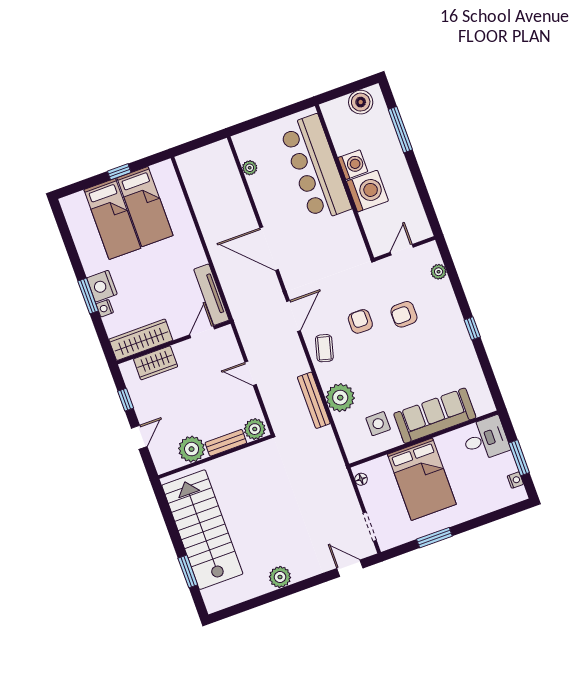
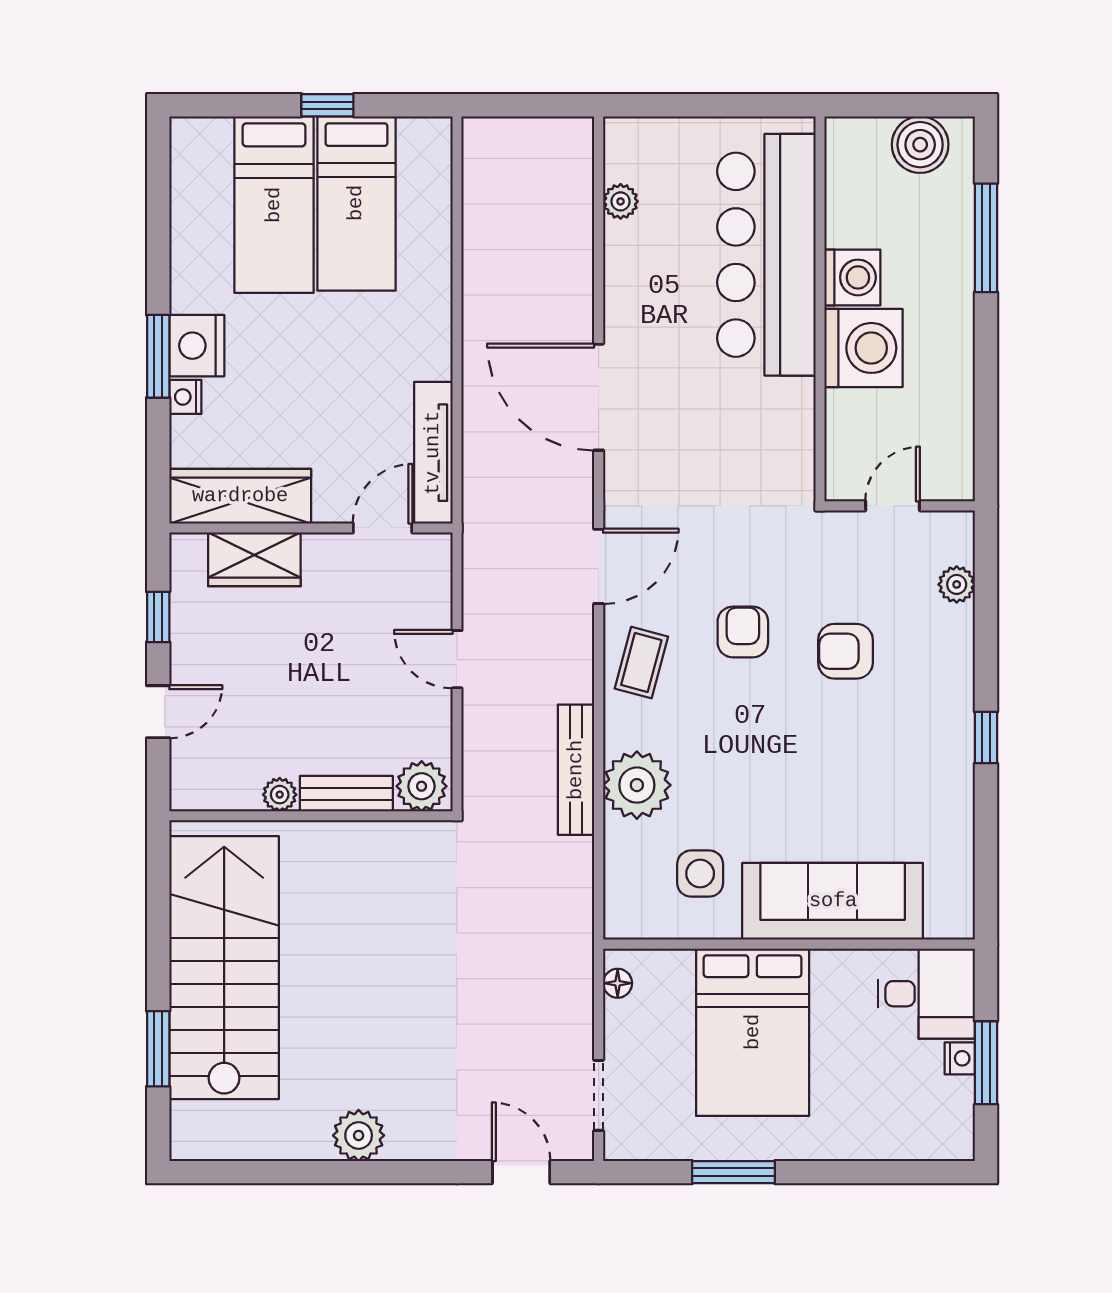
plant: (192, 449) -> (280, 795), width x0.53, depth x0.53
nightstand: (515, 480) -> (960, 1058), moved

